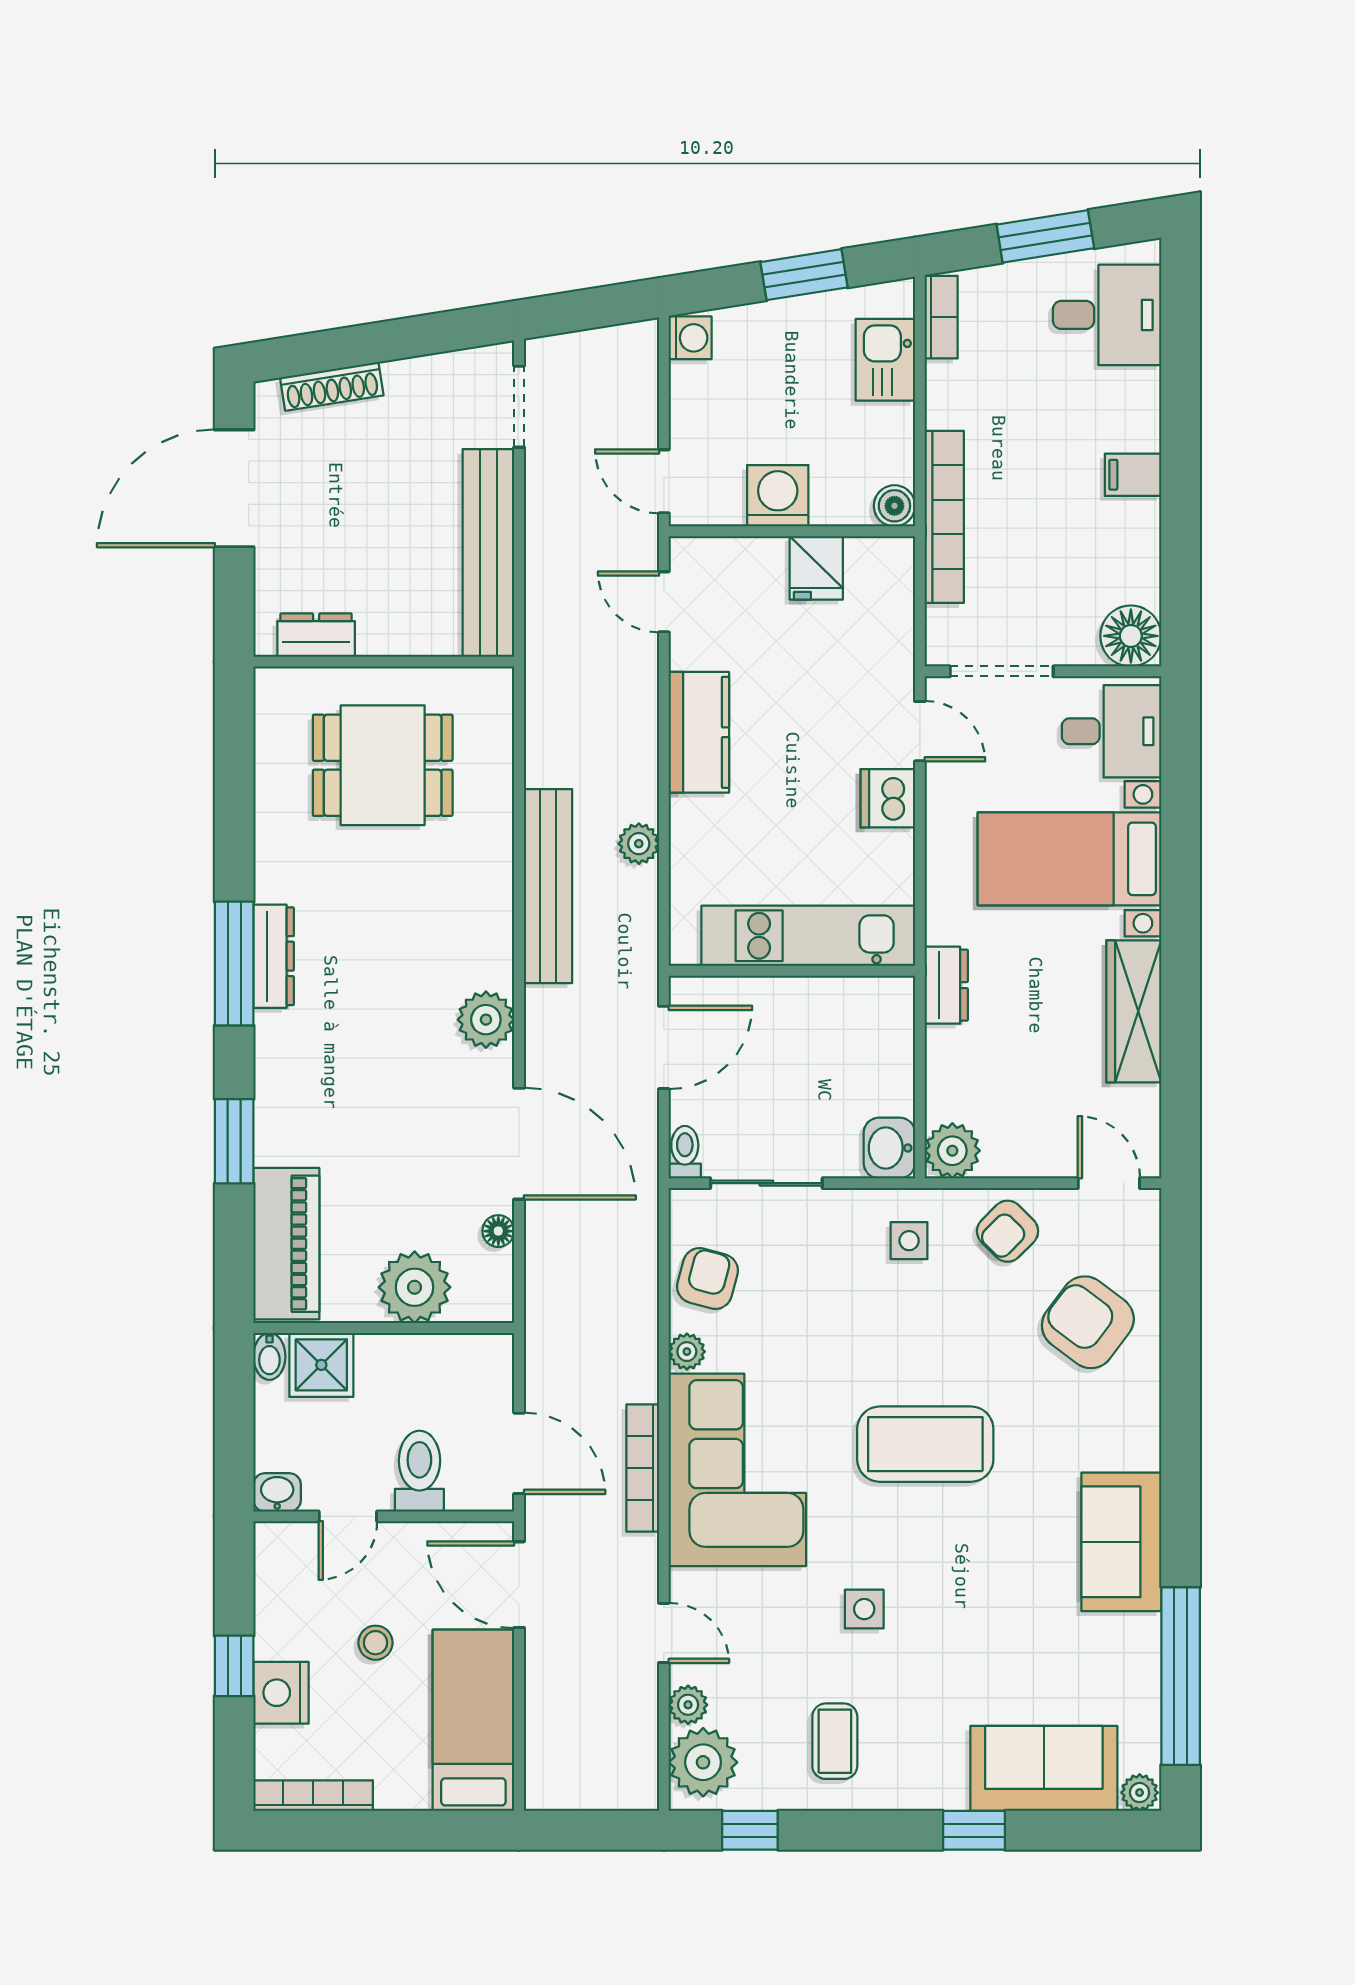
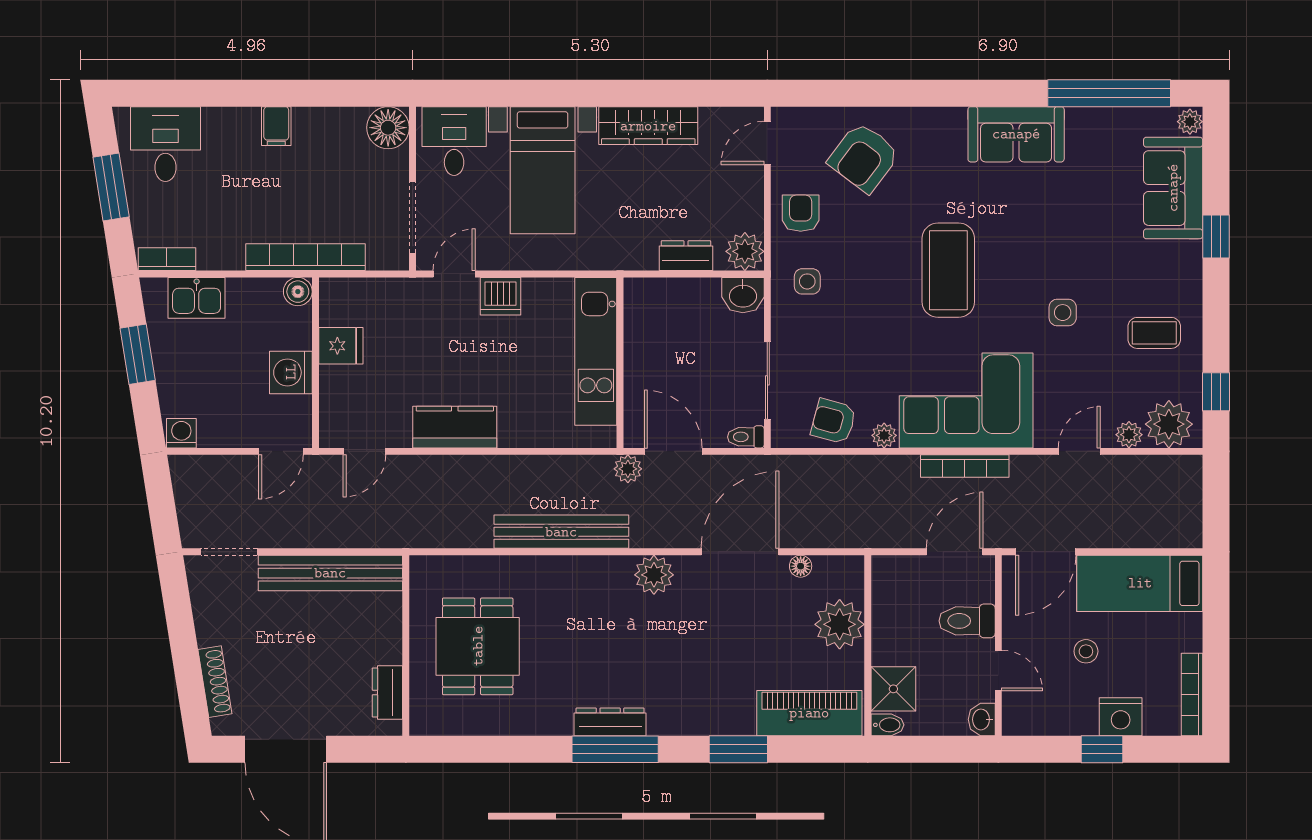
plant: (639, 844) -> (628, 469), moved
dresser: (946, 985) -> (686, 256), moved
armchair: (1008, 1231) -> (801, 213), turned -135

